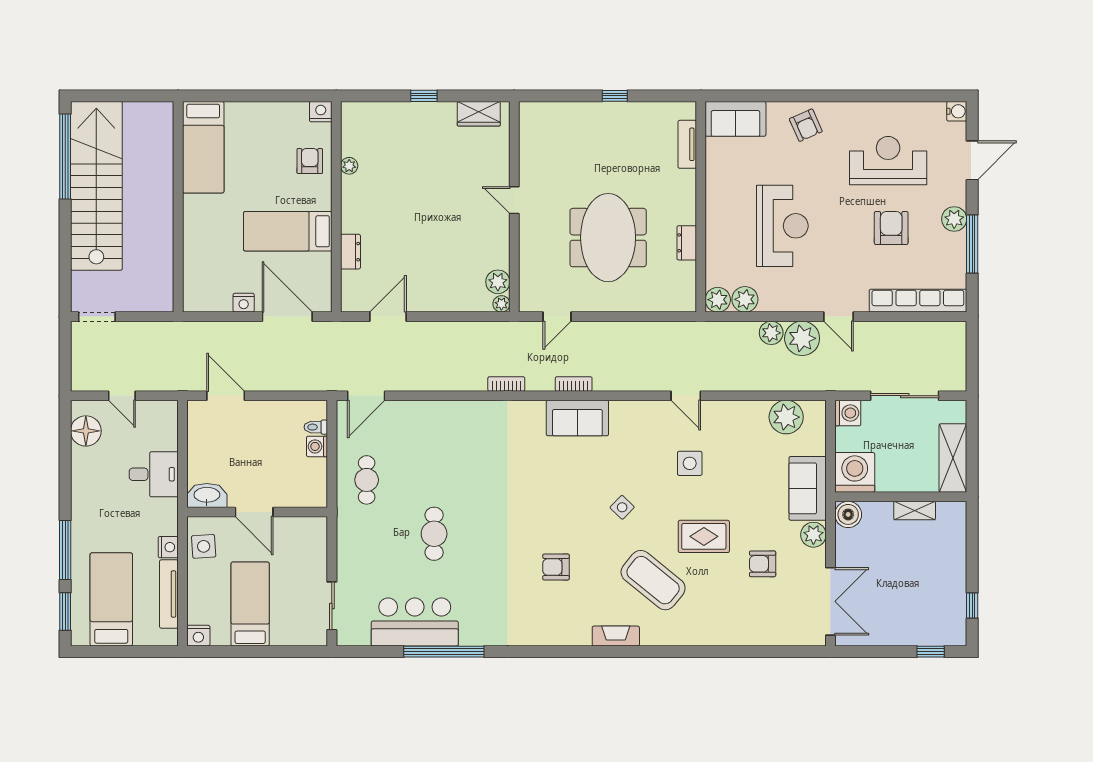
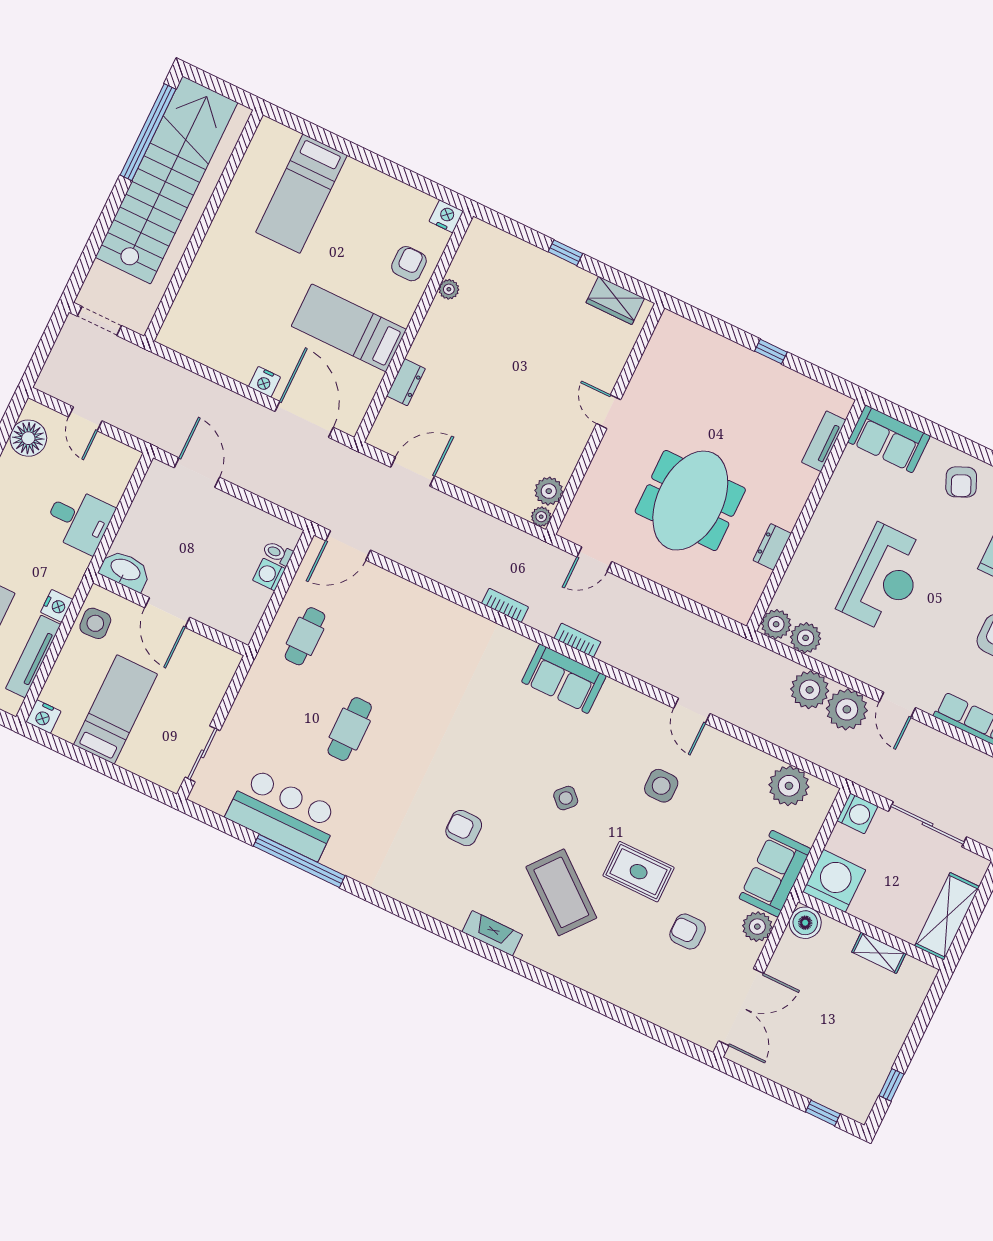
wall: (178, 207) -> (203, 225), moved
plant: (771, 333) -> (810, 690), width x1.36, depth x1.36

